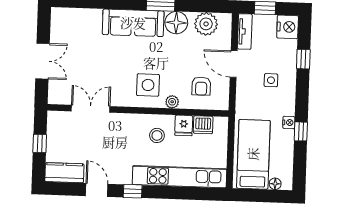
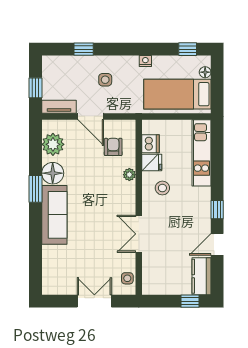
nightstand: (288, 27) -> (53, 65), removed
door: (234, 64) -> (91, 116), hinge flipped
side table: (148, 85) -> (127, 278), moved, width x0.54, depth x0.54
armchair: (201, 86) -> (113, 147), turned -90
double door: (91, 109) -> (139, 234), moved
window: (301, 131) -> (188, 49), moved
window: (40, 143) -> (190, 301), moved
kitchen unit: (179, 177) -> (201, 153), width x0.73

